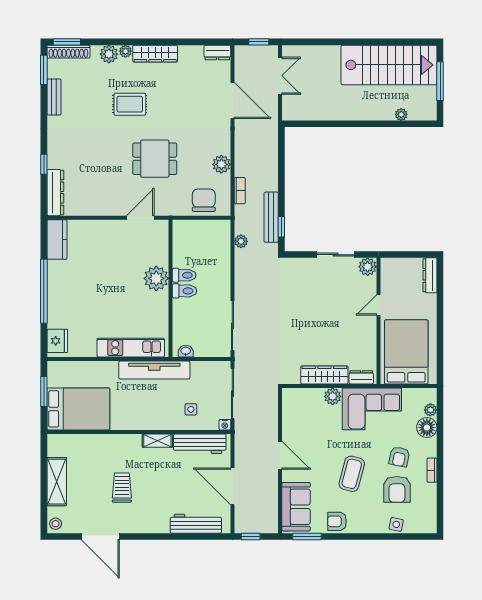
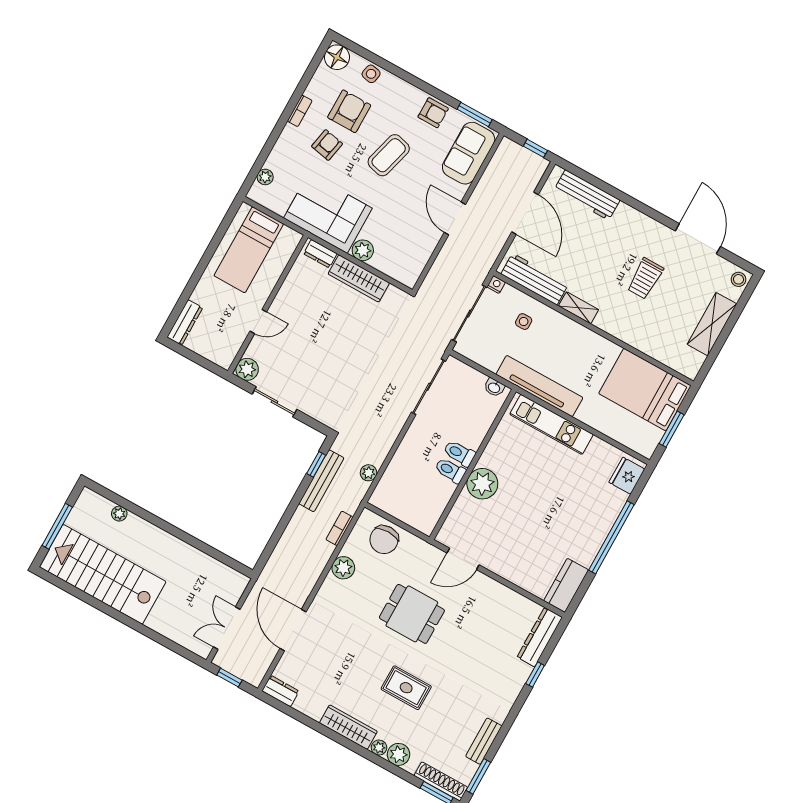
bed: (406, 352) -> (249, 250), width x0.67
floor lamp: (427, 428) -> (337, 57), moved

